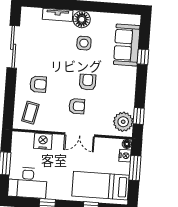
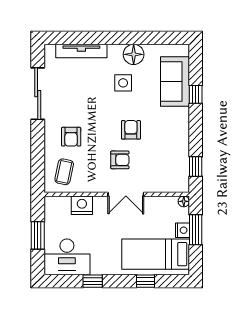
tv unit: (58, 15) -> (81, 51), width x1.41
floor lamp: (82, 19) -> (134, 54), moved
armchair: (38, 84) -> (71, 137), turned 90
plant: (123, 122) -> (177, 175), removed
nightstand: (125, 156) -> (182, 230), moved

